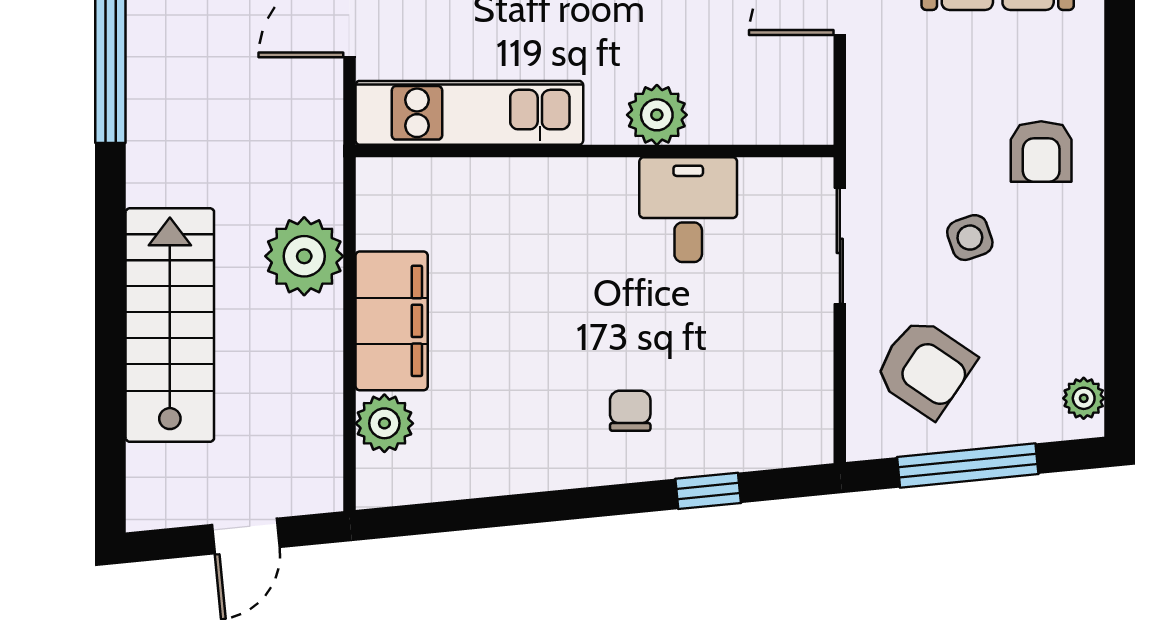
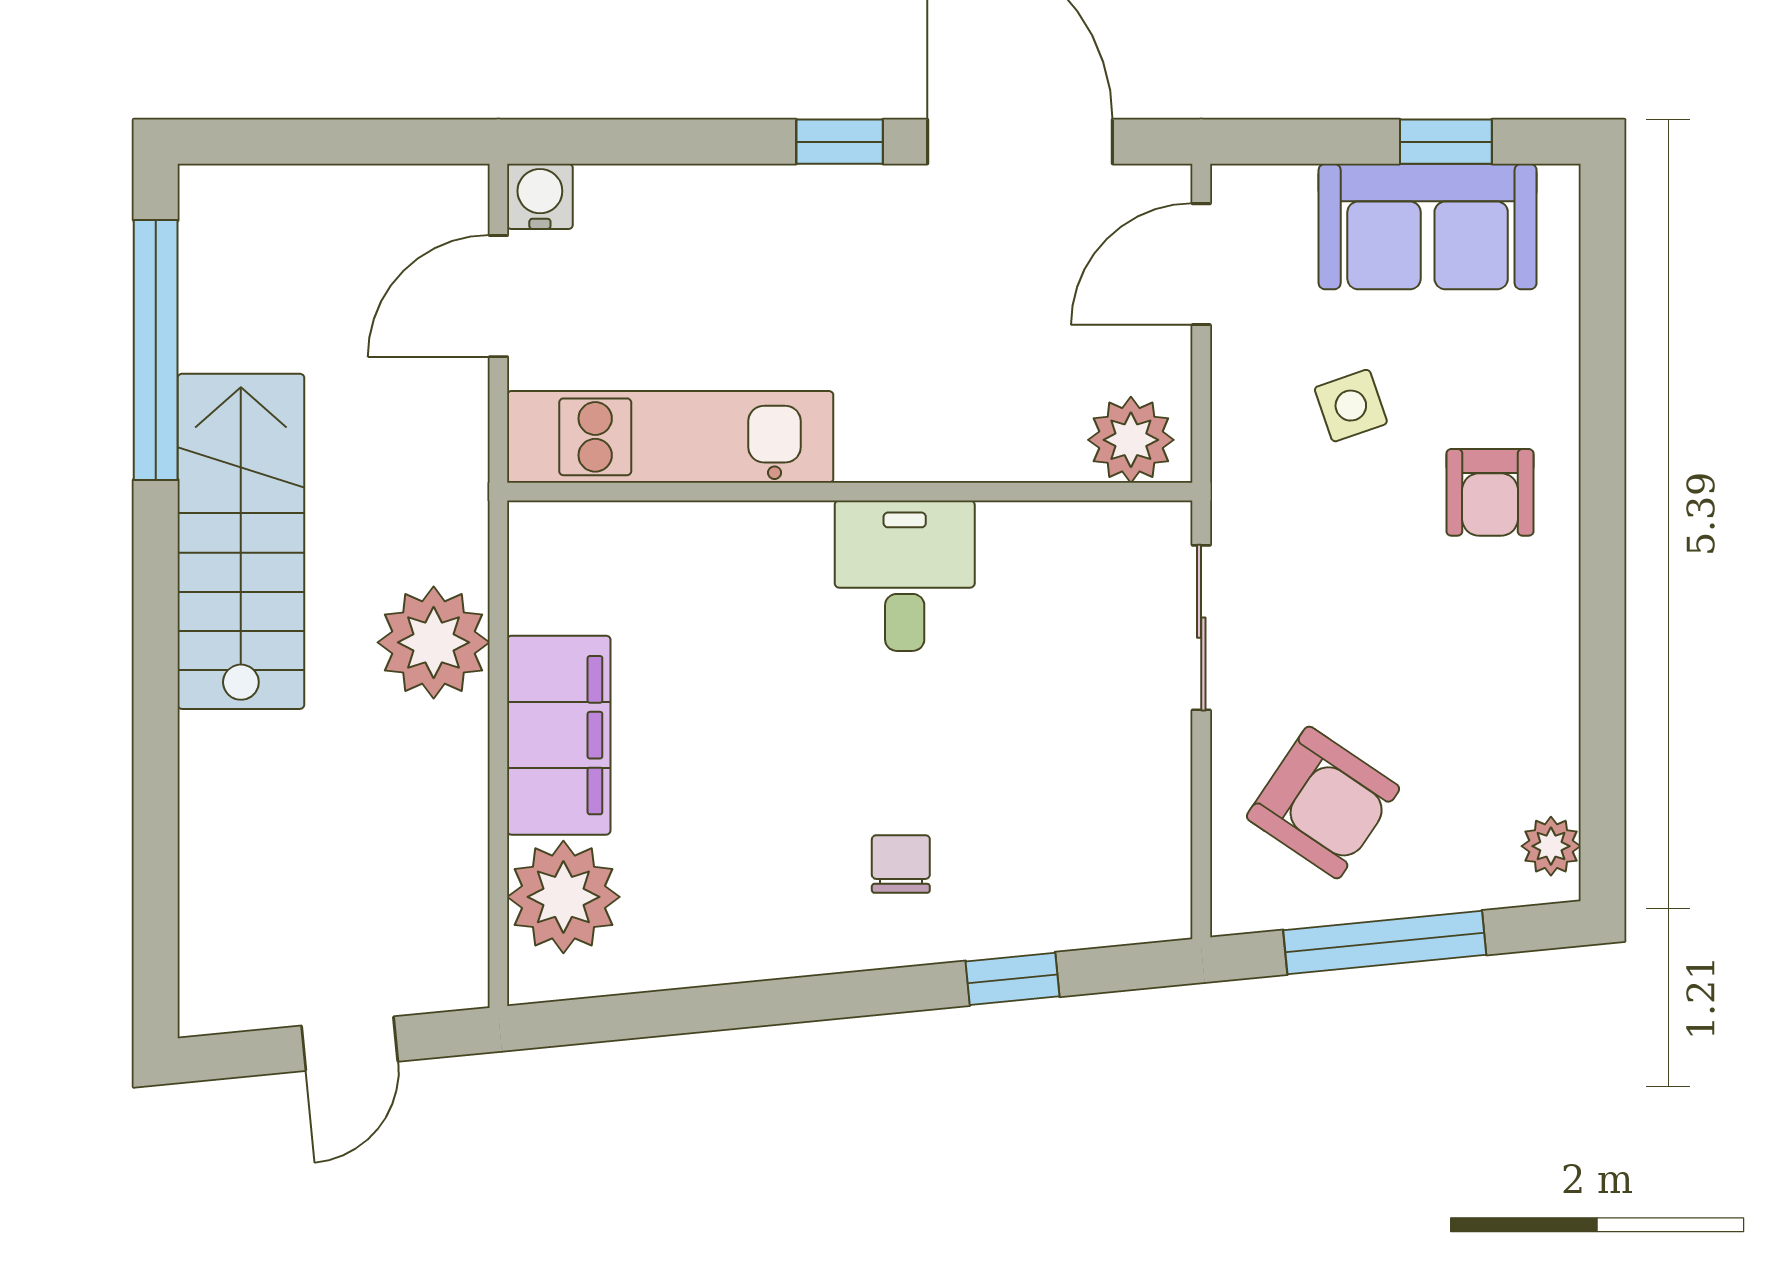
plant: (657, 115) -> (1131, 440), moved
desk: (688, 210) -> (905, 576), moved
side table: (970, 238) -> (1351, 406), moved
stairs: (170, 325) -> (241, 541), moved
plant: (384, 423) -> (563, 897), width x1.36, depth x1.36

